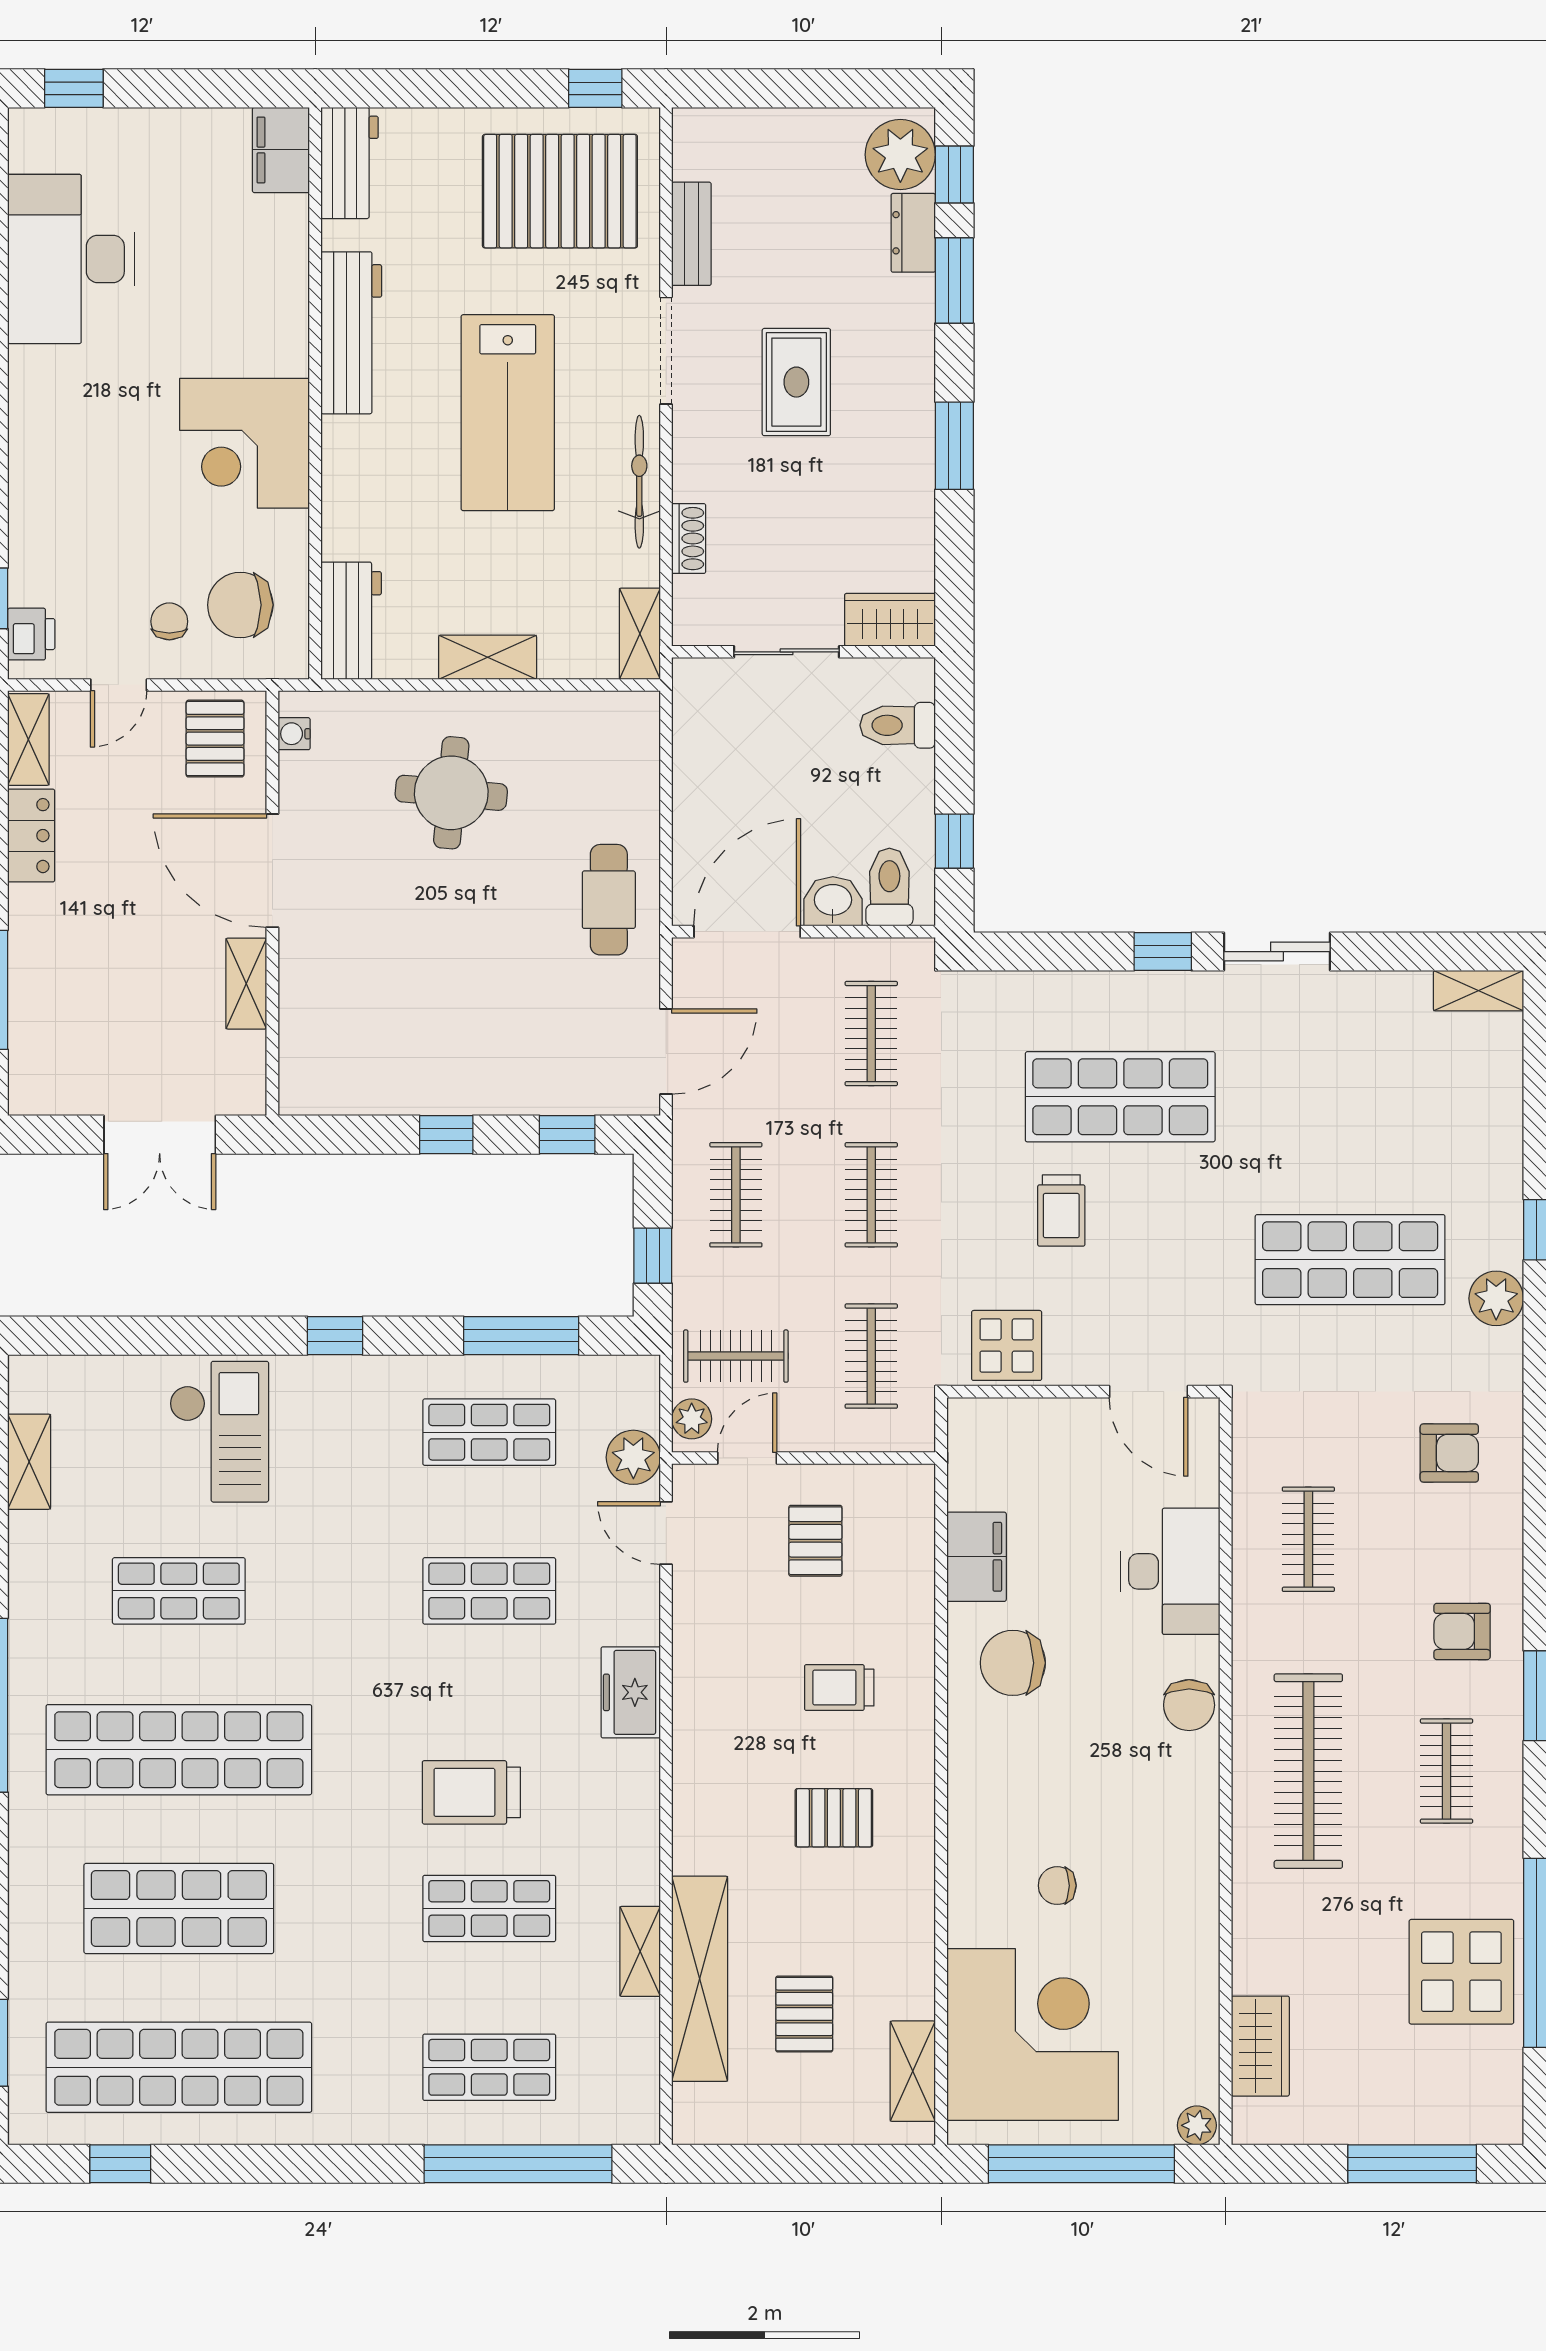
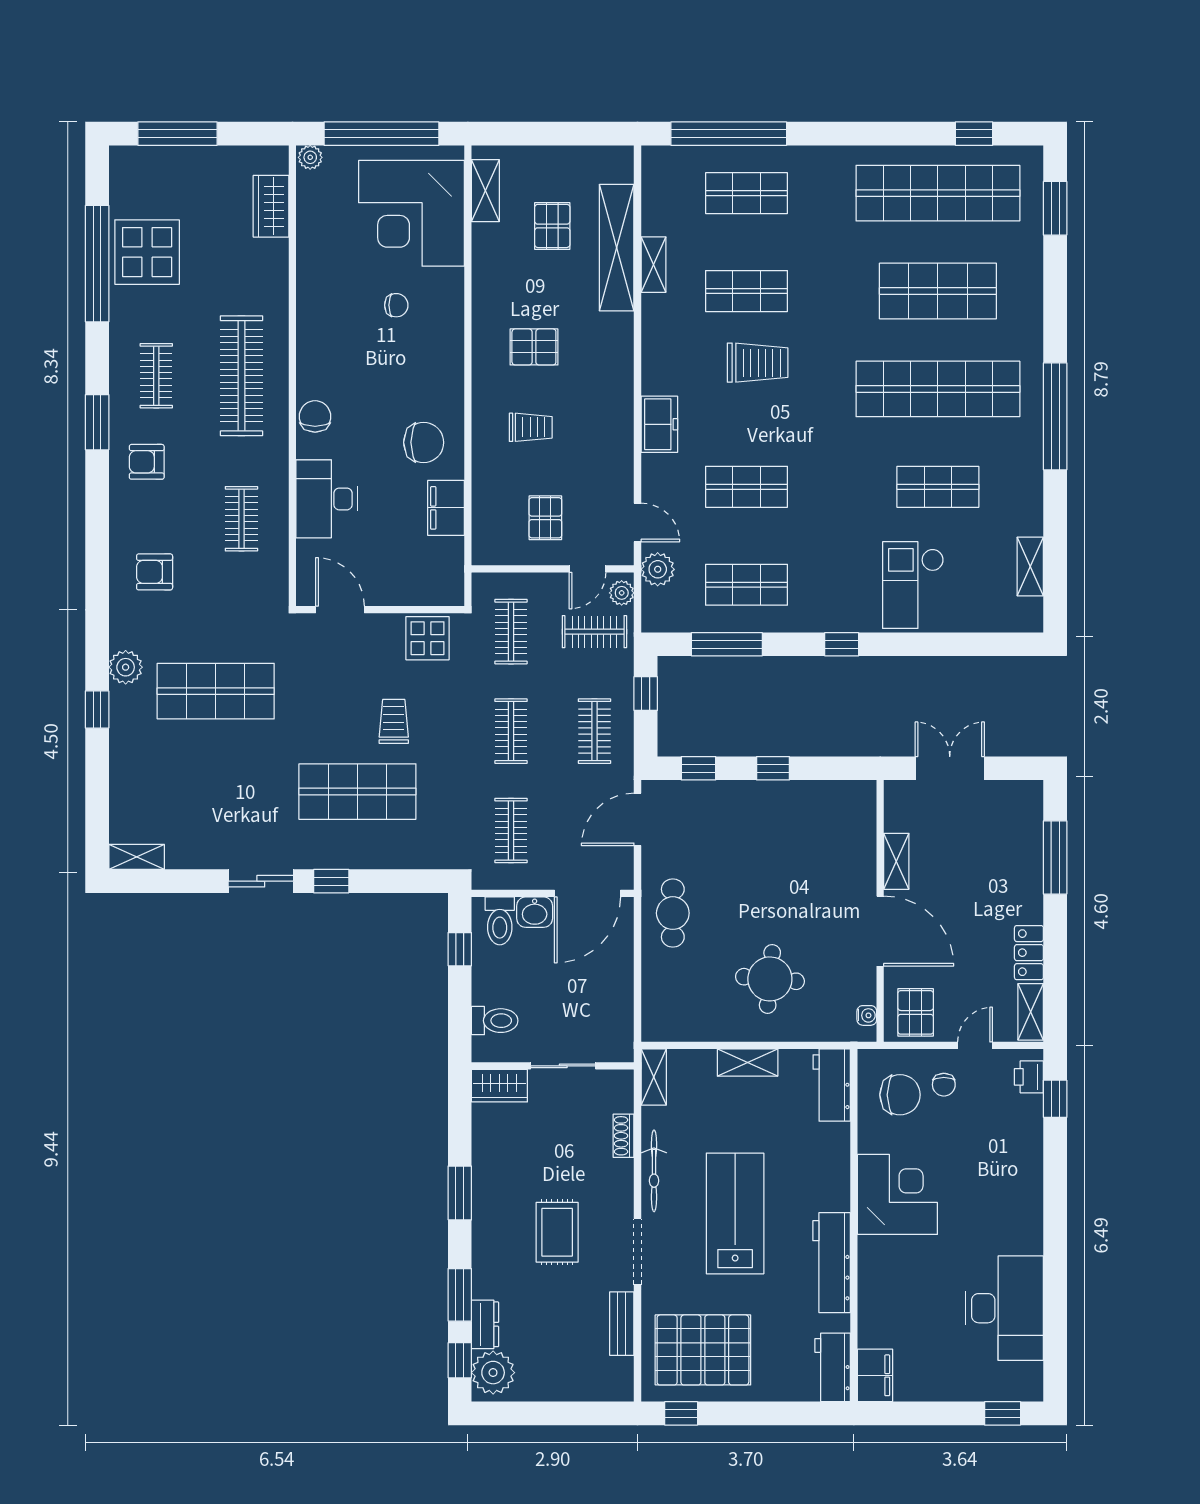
armchair: (1462, 1631) -> (147, 462), turned 180

